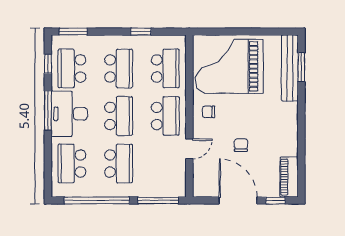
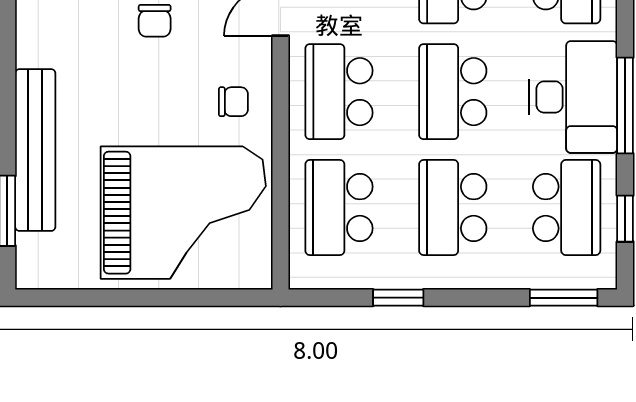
bench: (290, 68) -> (35, 150), moved

